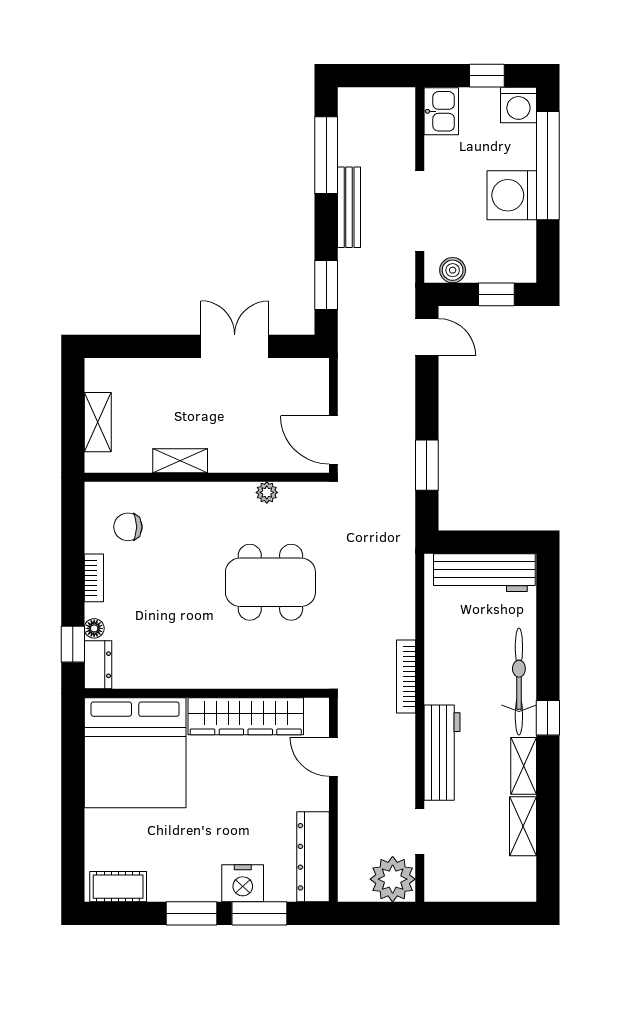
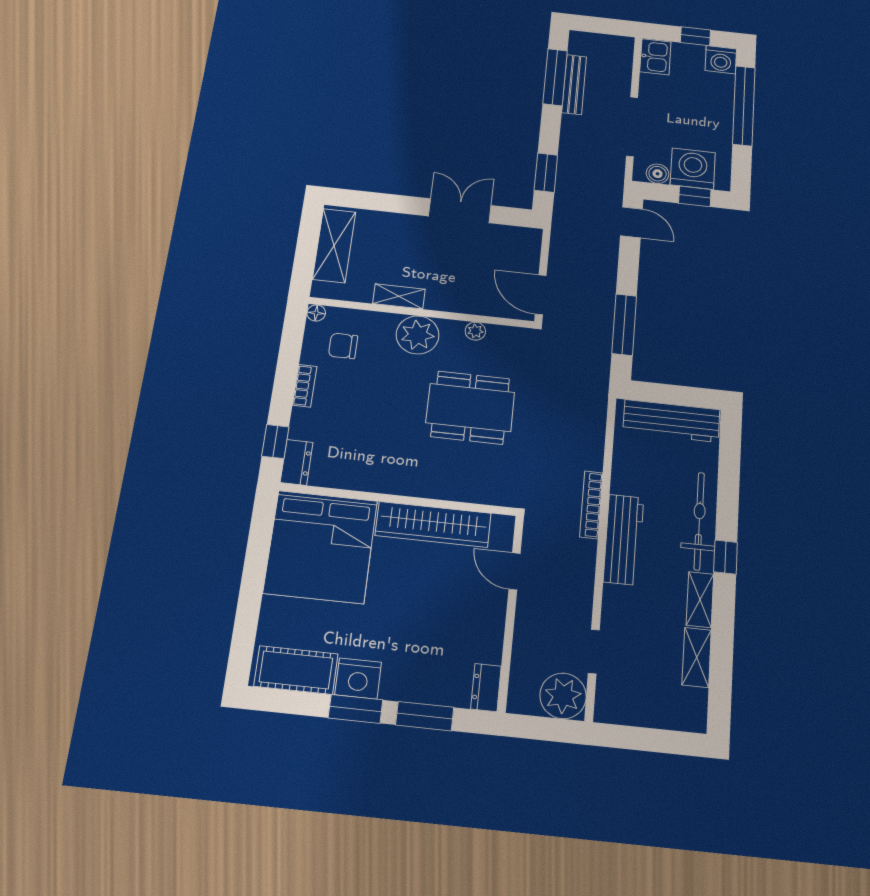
washing machine: (512, 195) -> (693, 169), moved, turned 90
bench: (349, 207) -> (574, 85), moved
shelving: (98, 422) -> (334, 245), width x1.50, depth x1.33
window: (427, 465) -> (624, 325), width x1.44
plant: (205, 504) -> (418, 335), added
floor lamp: (94, 628) -> (316, 313), moved
workbench: (442, 753) -> (624, 540), moved
dresser: (313, 857) -> (486, 687), width x0.51, depth x0.80
nightstand: (243, 883) -> (358, 678), moved
cot: (118, 887) -> (296, 670), width x1.37, depth x1.34

